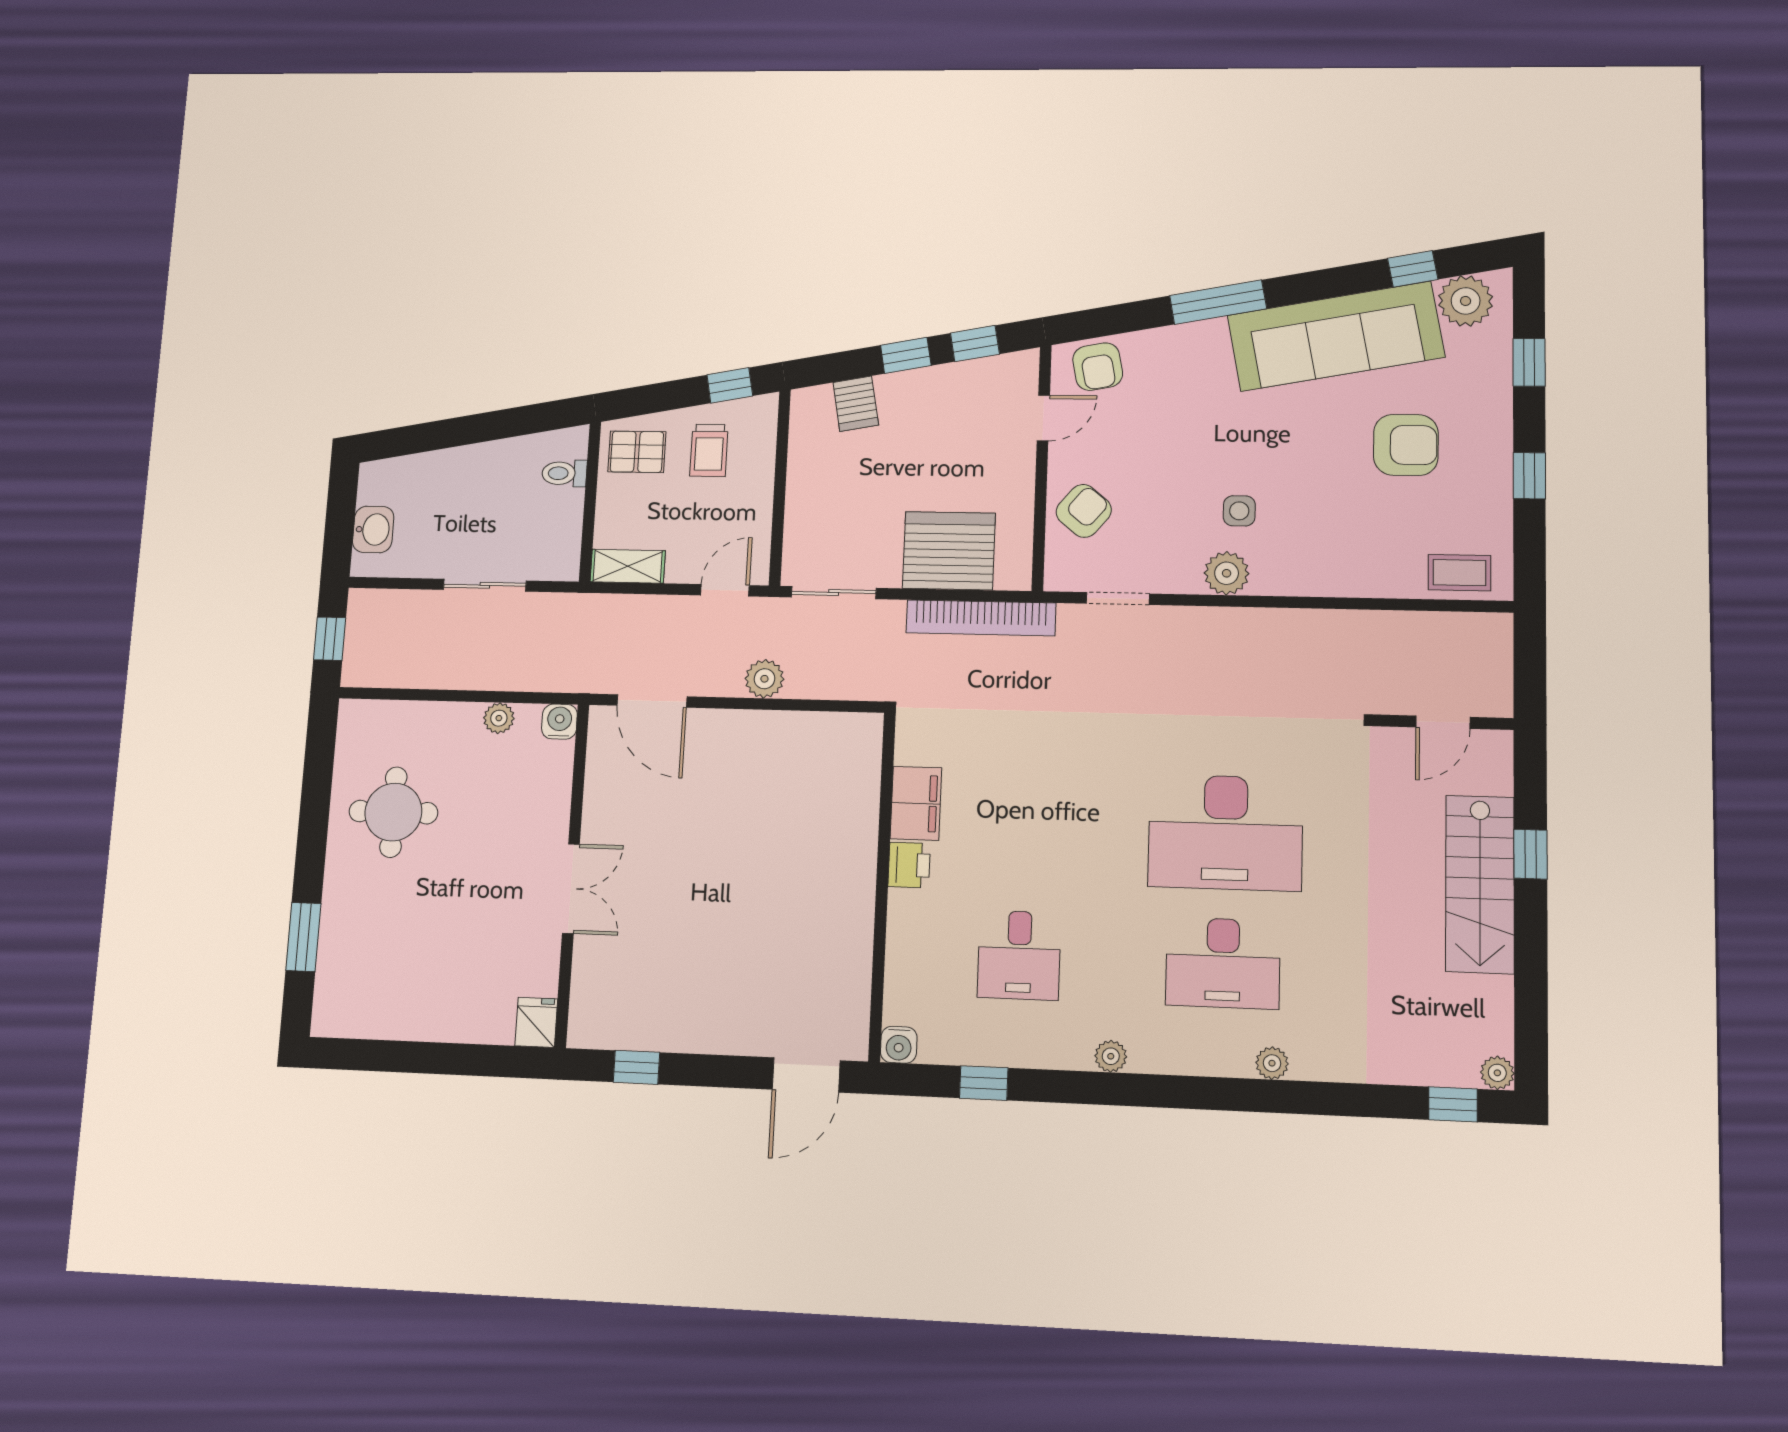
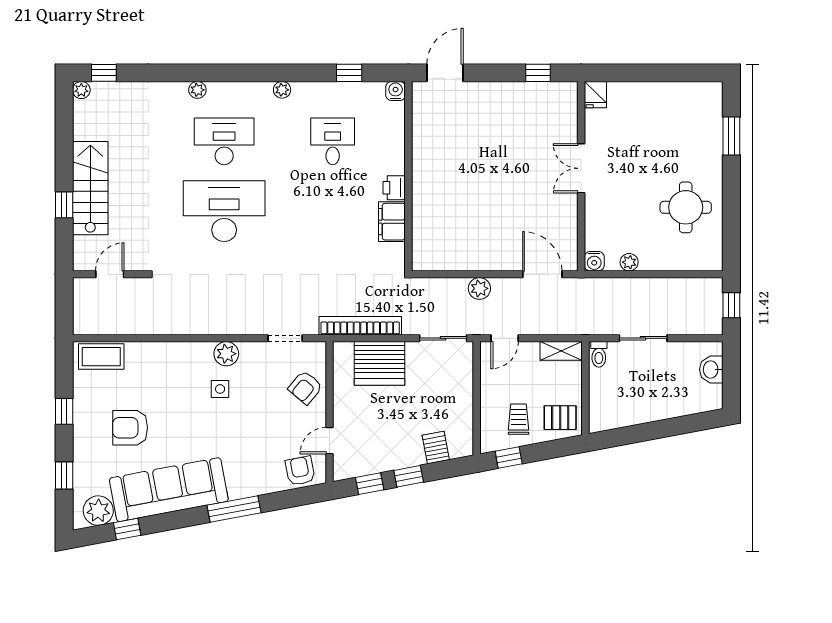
toilet: (564, 473) -> (599, 354), moved, turned 90
coffee table: (1459, 573) -> (101, 357), width x1.36, depth x1.30

